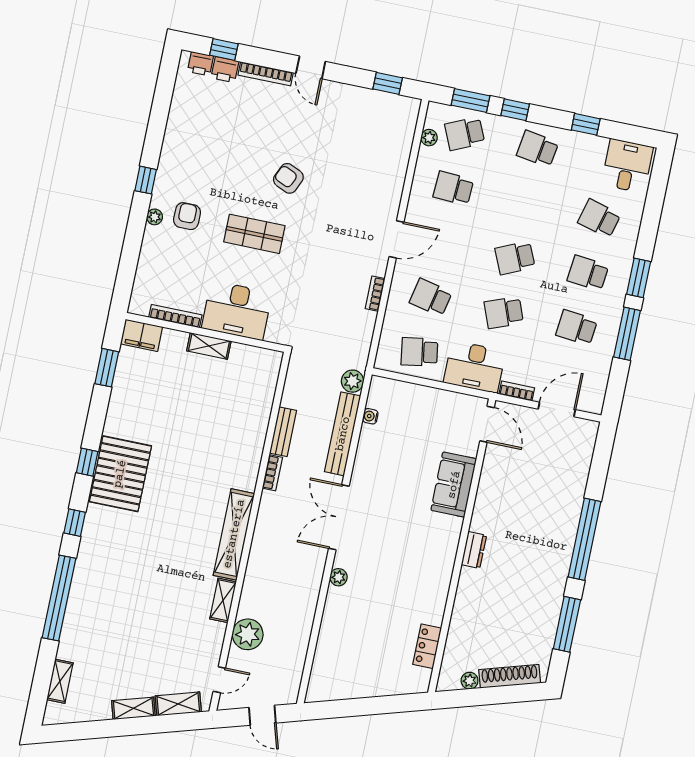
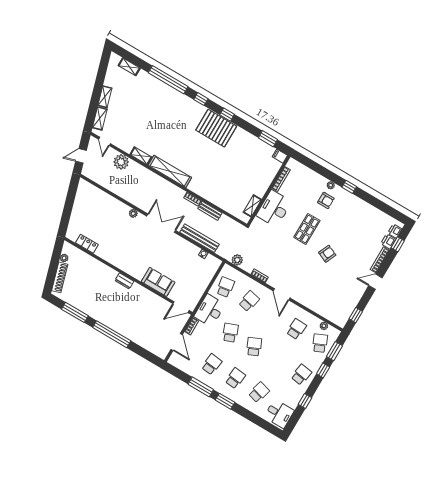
filing cabinet: (141, 335) -> (280, 156), width x0.50
shelving: (209, 346) -> (252, 206), moved
plant: (352, 381) -> (237, 260), moved

